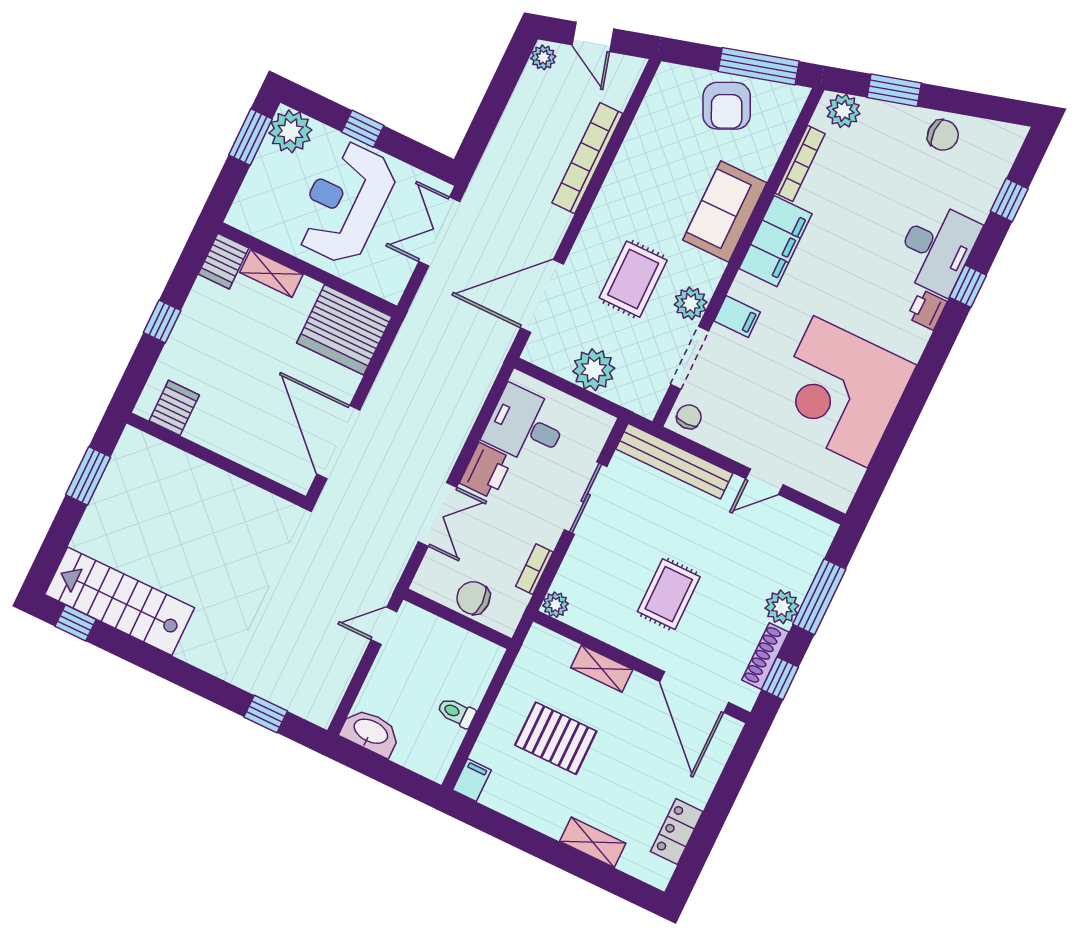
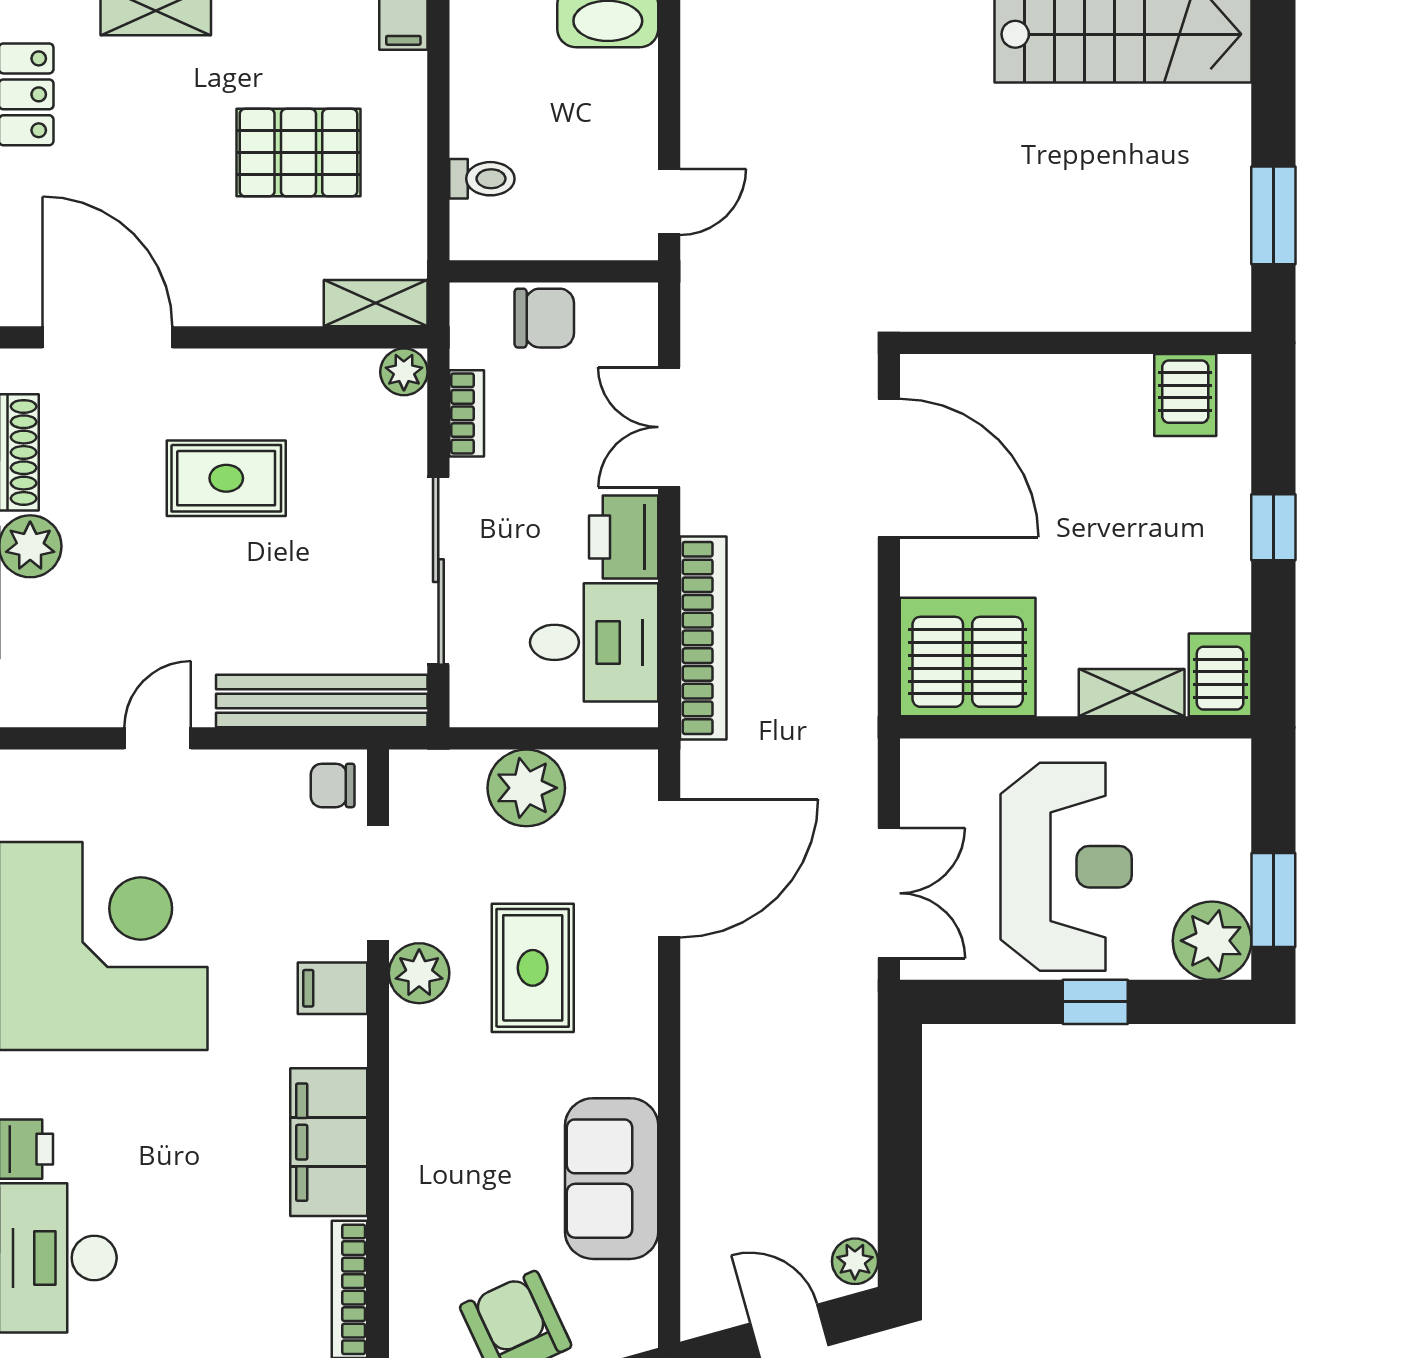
bookcase: (587, 158) -> (703, 638), moved
sofa: (725, 211) -> (612, 1179), moved, turned 180
chair: (689, 417) -> (333, 785), turned 90
sliding door: (586, 498) -> (438, 571), width x1.37
rug: (669, 594) -> (226, 478), turned 90
shelving: (602, 669) -> (376, 303), moved
toilet: (456, 713) -> (482, 179), moved

